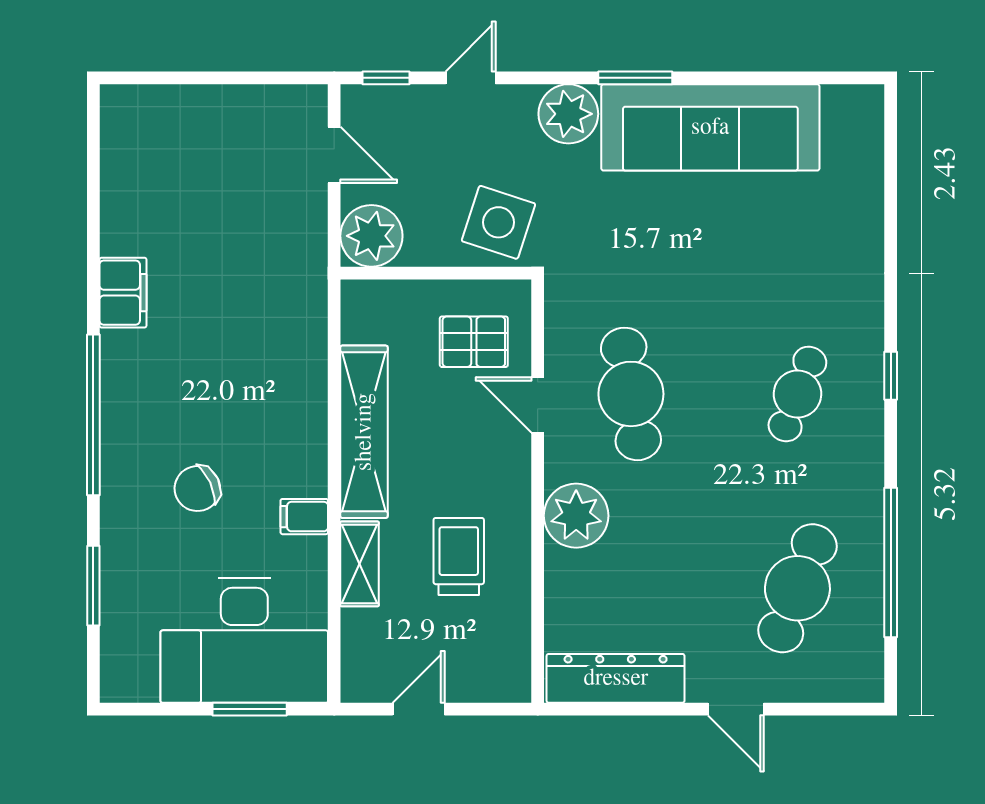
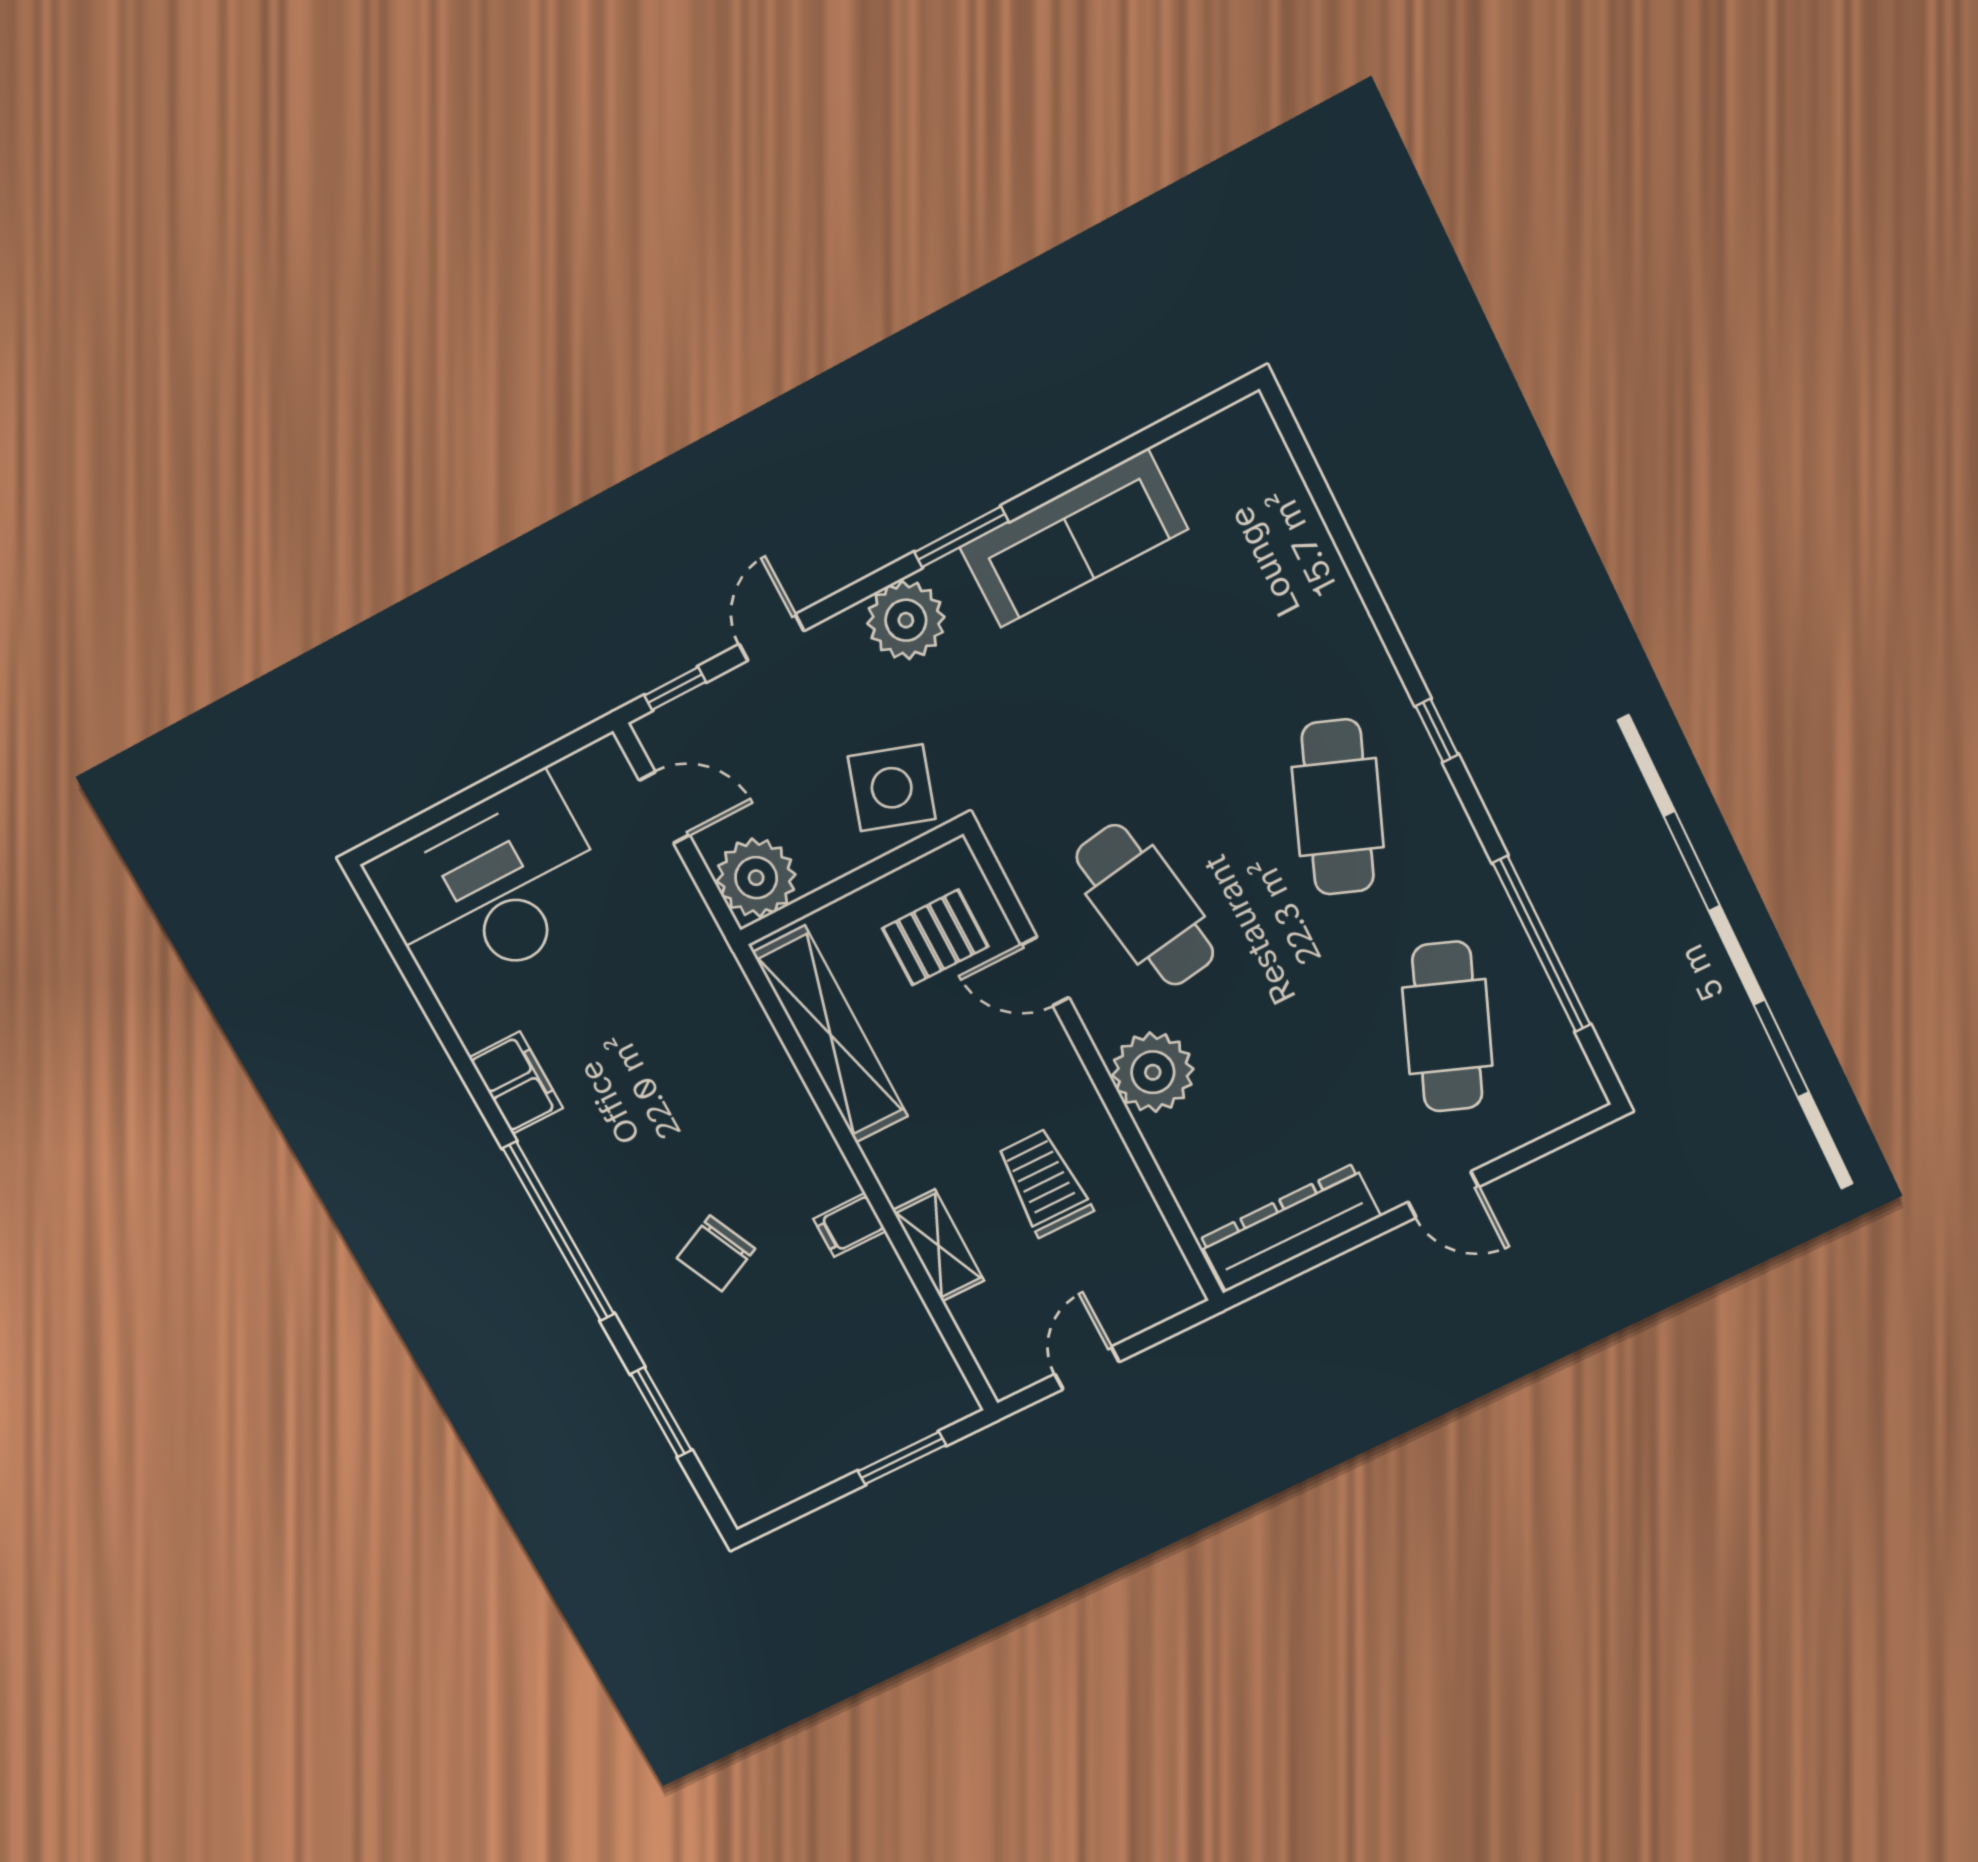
sofa: (710, 127) -> (1074, 538), width x0.74, depth x0.79
cafe table: (797, 394) -> (1338, 807), width x1.37, depth x1.35
shelving: (364, 432) -> (830, 1035), moved
desk: (244, 640) -> (491, 887), moved, turned 180

